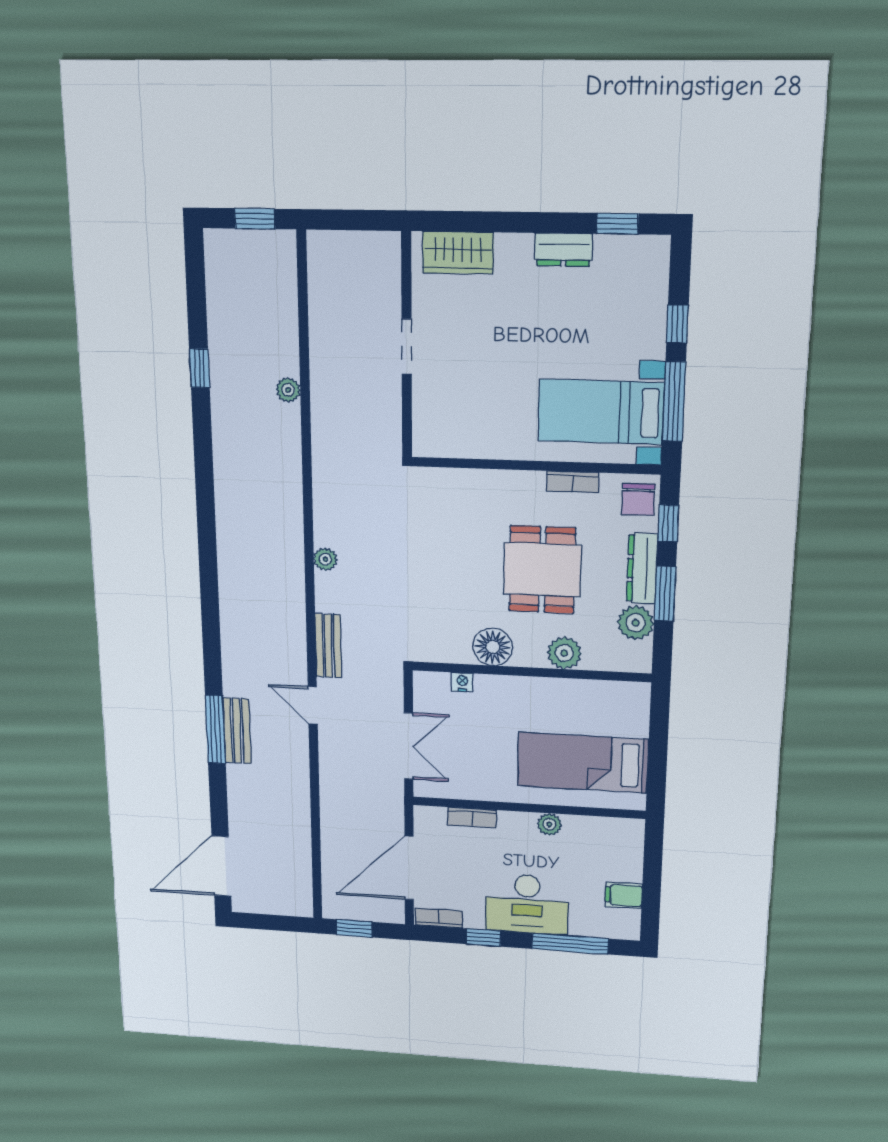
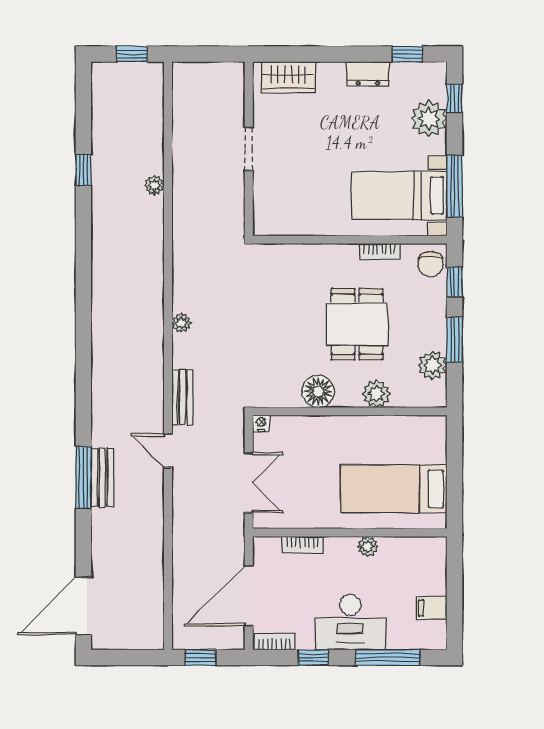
plant: (643, 312) -> (429, 119), added
window: (677, 324) -> (455, 98), moved
dresser: (642, 569) -> (436, 320), removed
nightstand: (462, 682) -> (261, 423), moved

